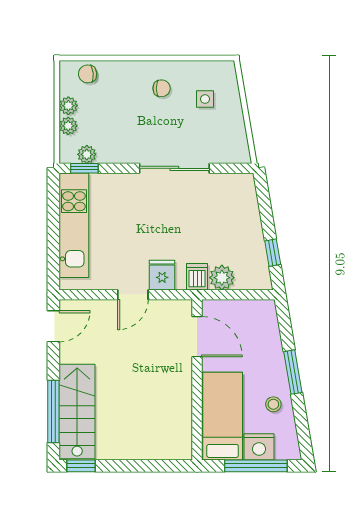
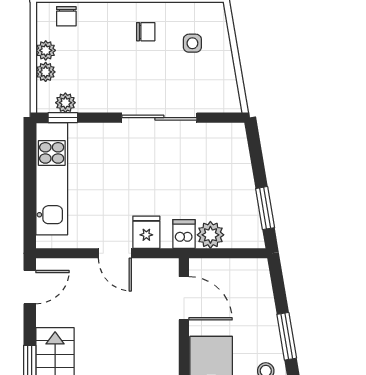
chair: (88, 74) -> (66, 16), turned -85
window: (273, 253) -> (265, 208), width x1.50
door: (133, 295) -> (115, 253), hinge flipped

